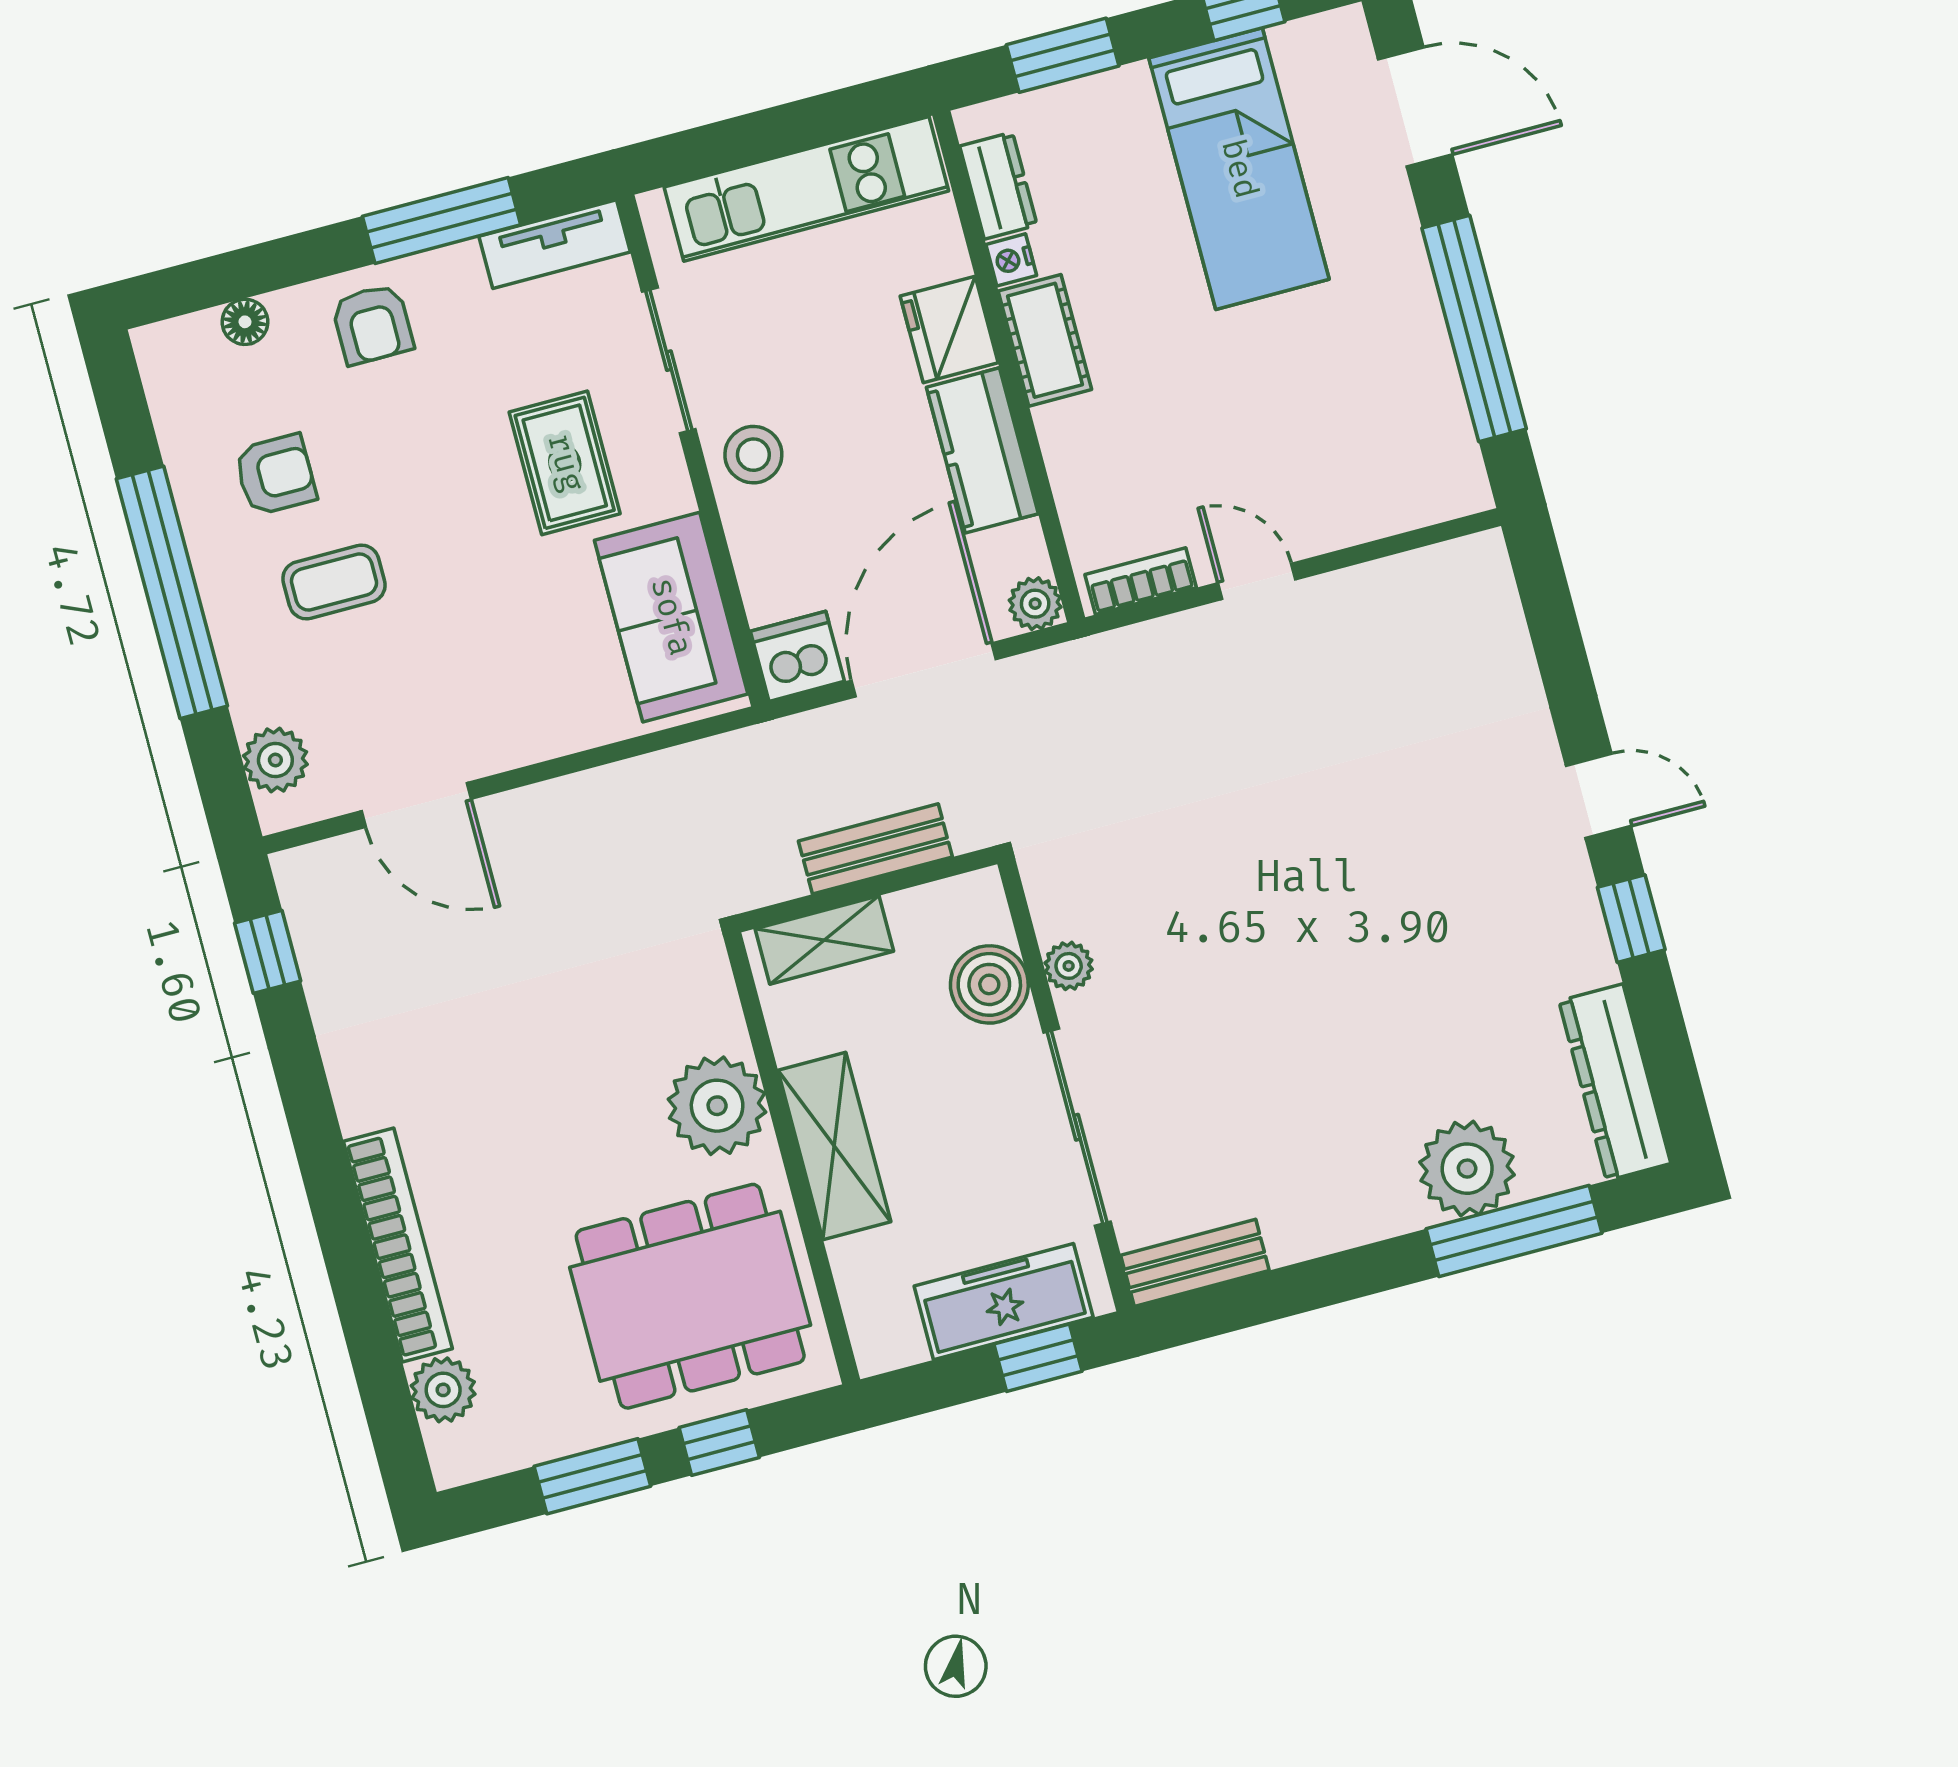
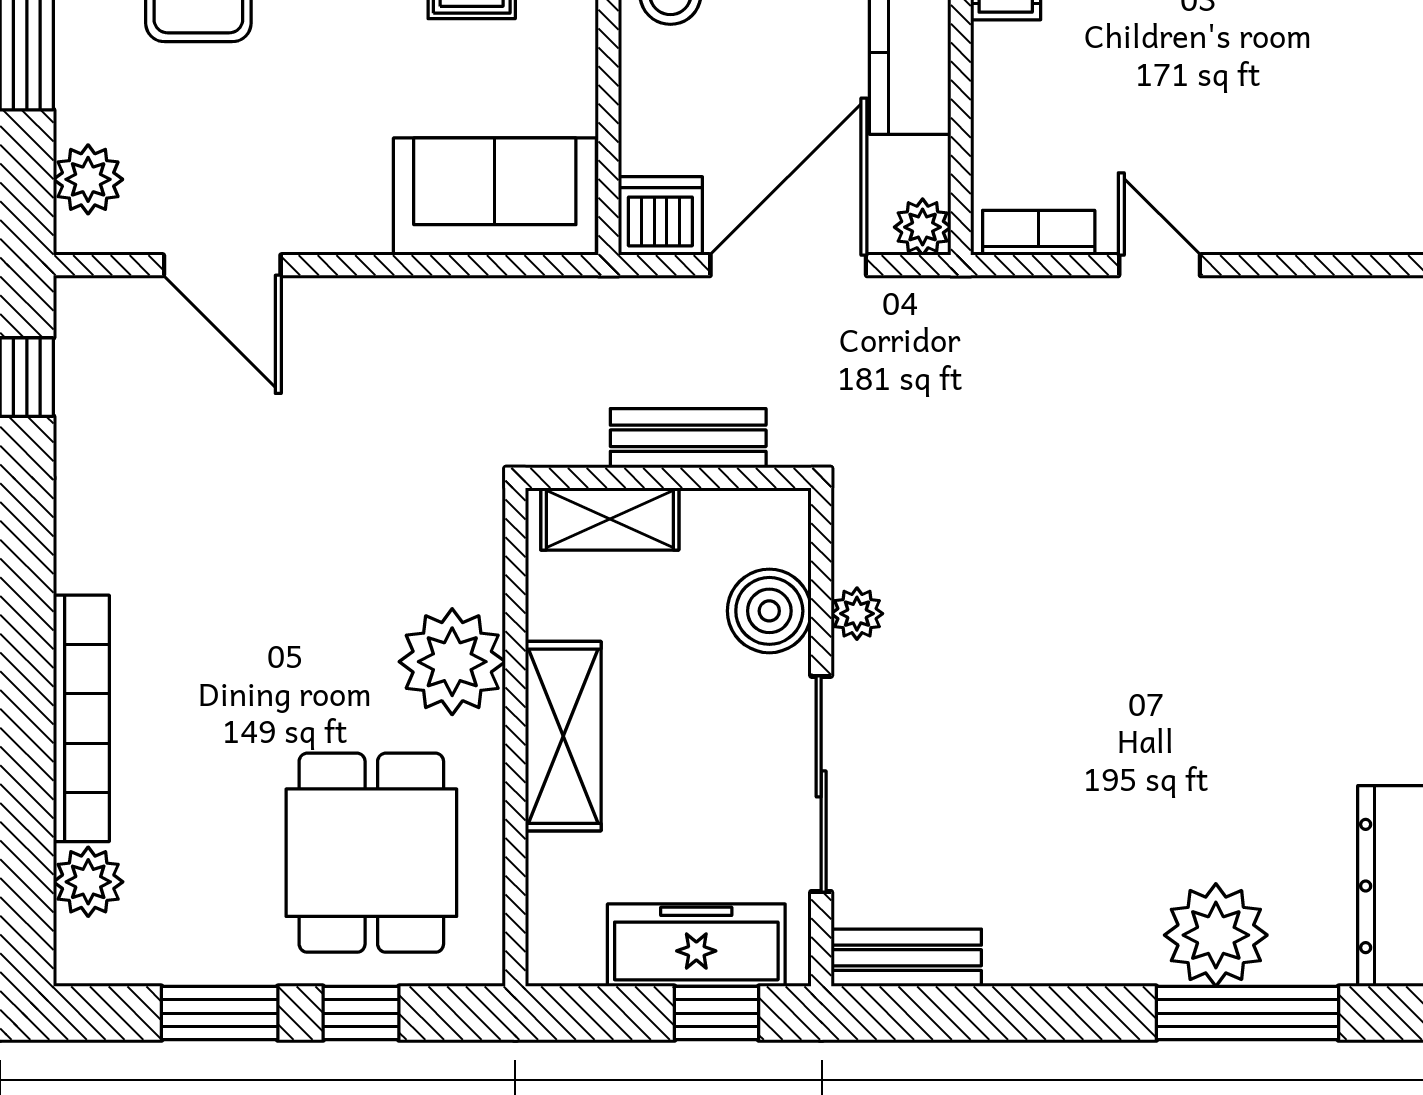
sofa: (671, 617) -> (495, 197), moved, turned 90
dining table: (690, 1296) -> (371, 853), width x0.73

